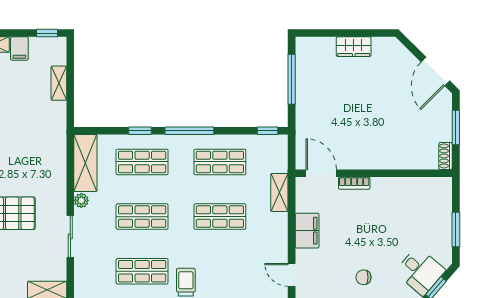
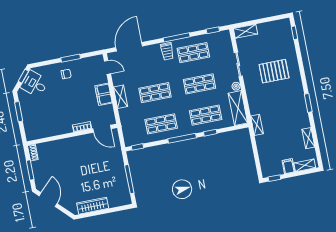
wardrobe: (354, 47) -> (93, 206), width x1.50
shelving: (59, 83) -> (257, 125), moved
shelving: (279, 192) -> (120, 97), moved

